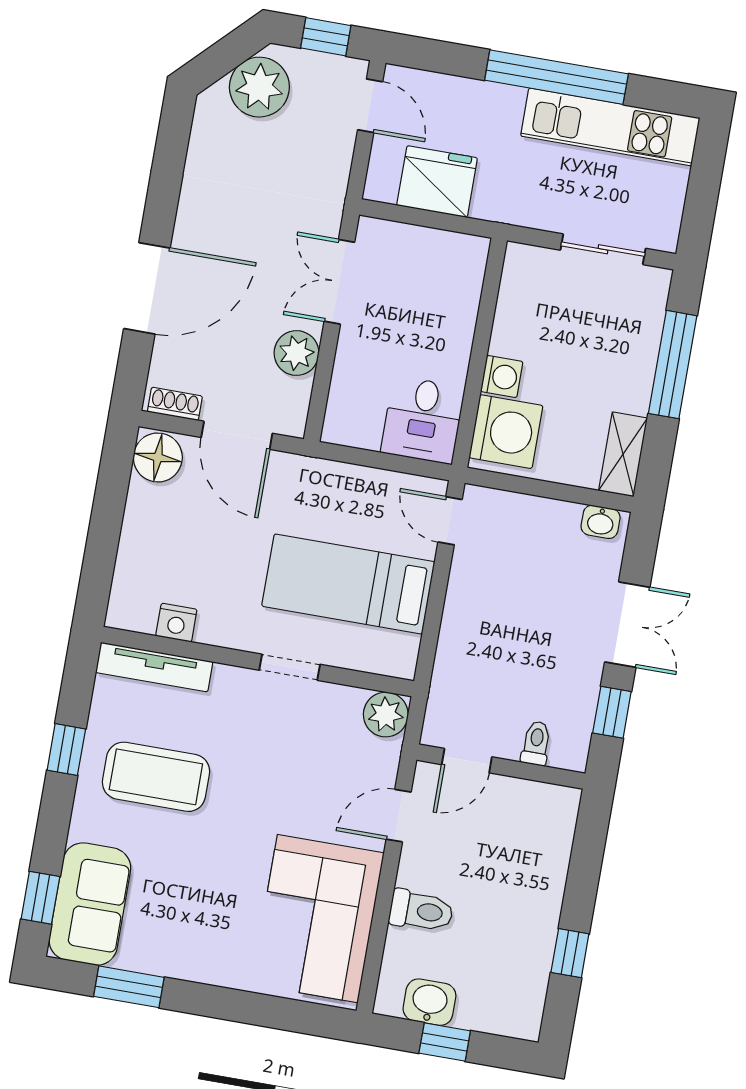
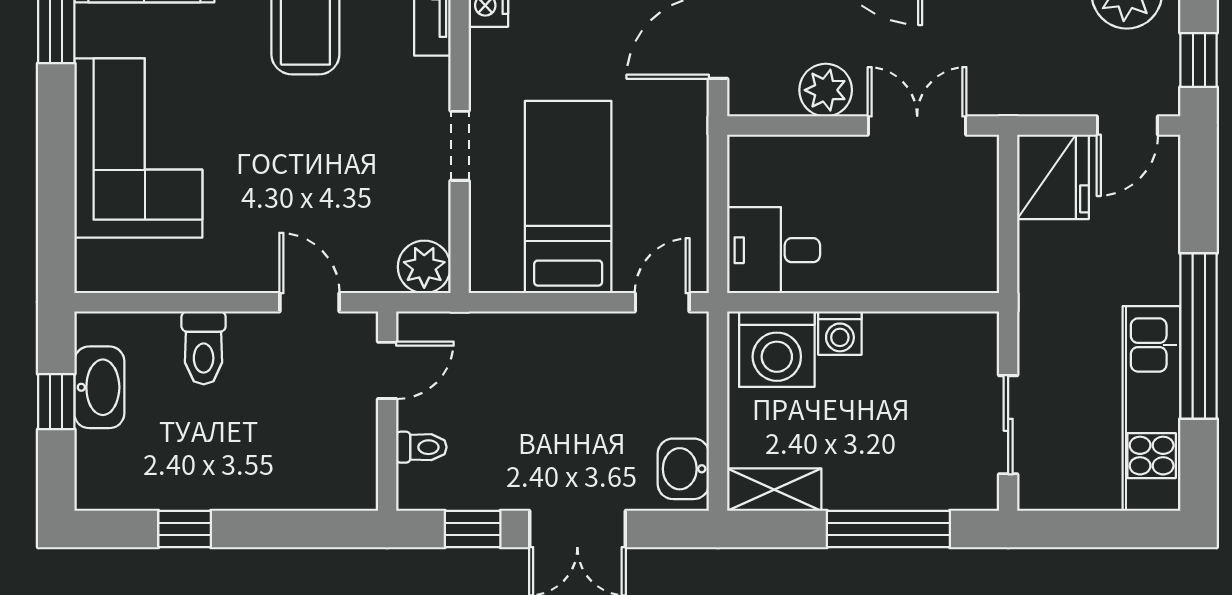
fridge: (437, 182) -> (1053, 177), moved
washbasin: (601, 522) -> (683, 469), width x1.38, depth x1.45
door: (467, 761) -> (387, 370), swing flipped
corner sofa: (318, 919) -> (138, 148), moved, turned 90
washbasin: (429, 1002) -> (99, 387), width x1.38

